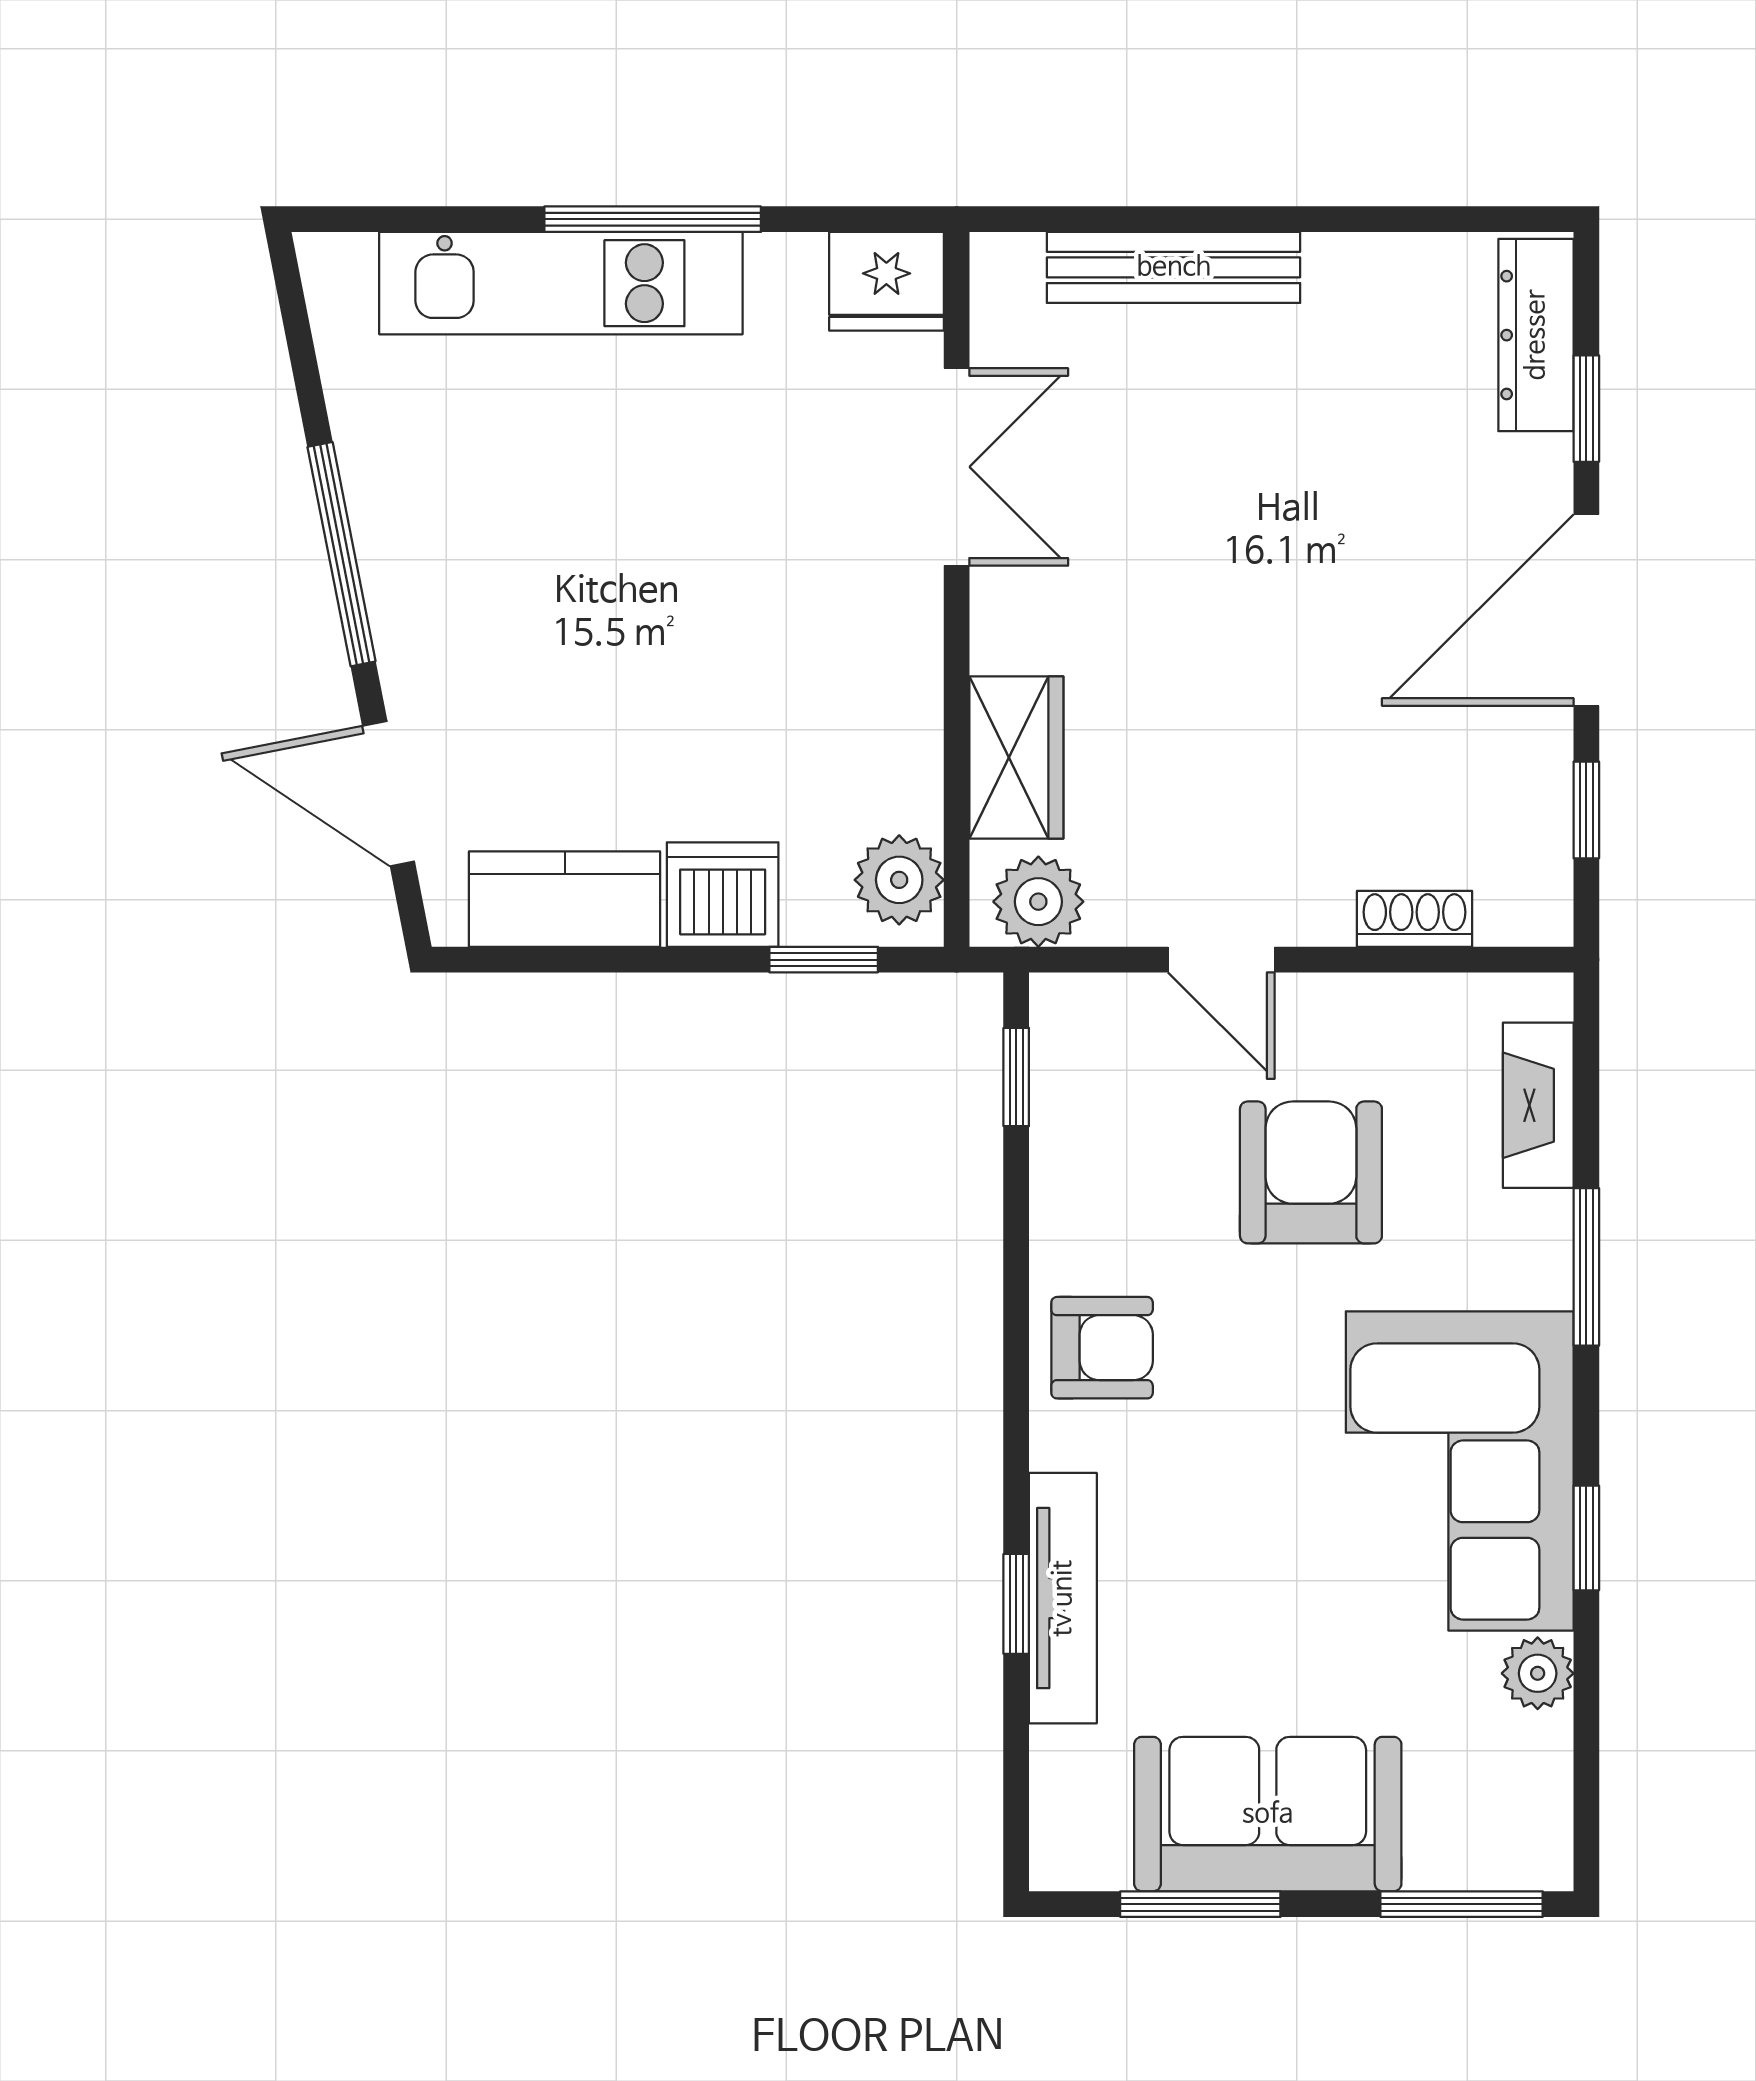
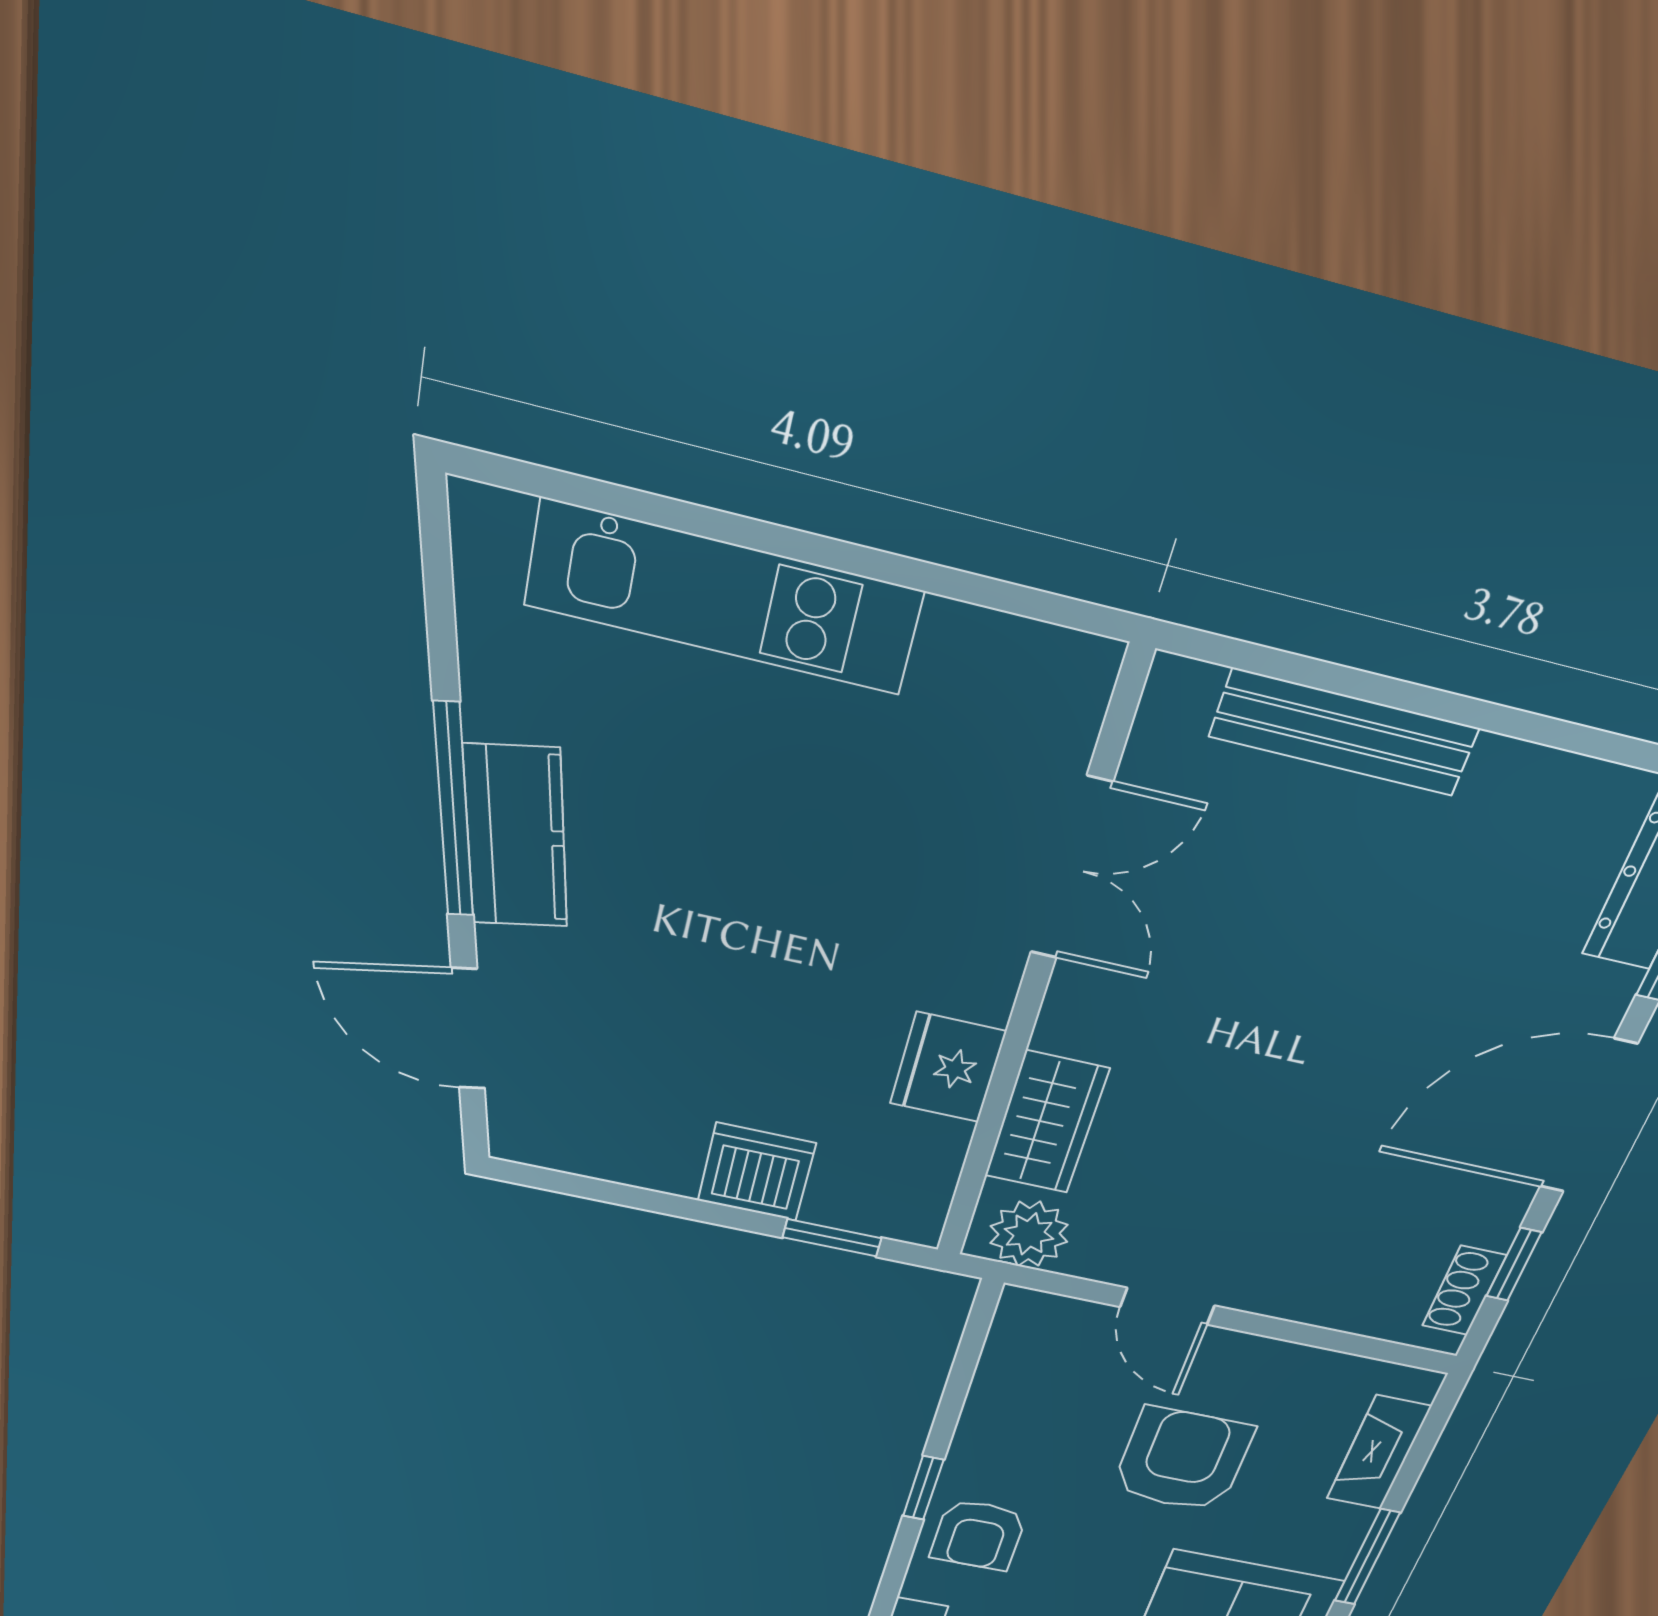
window: (653, 219) -> (835, 554), removed
fridge: (886, 281) -> (948, 1067), moved, turned 90
plant: (899, 880) -> (914, 1193), removed
kitchen counter: (565, 899) -> (516, 837), moved, turned 79
shoe rack: (1415, 919) -> (1464, 1291), moved, turned -90
window: (1016, 1077) -> (923, 1488), moved
armchair: (1102, 1348) -> (978, 1535), turned 90

